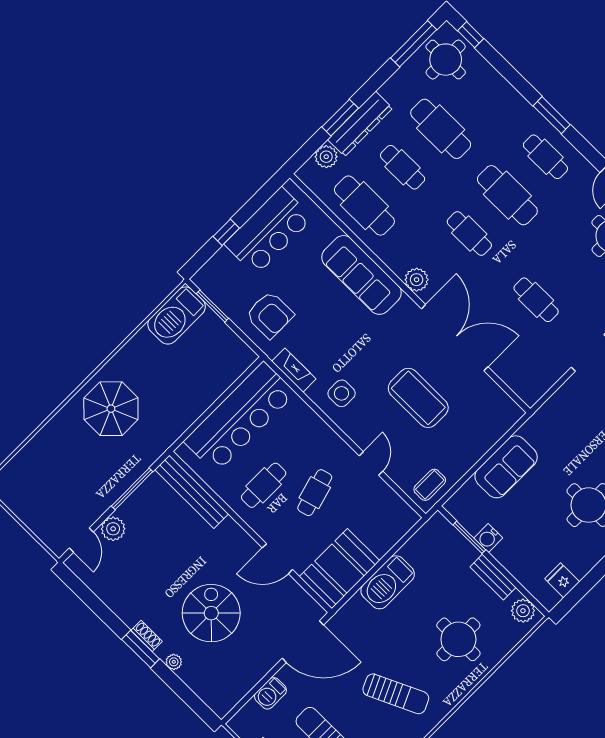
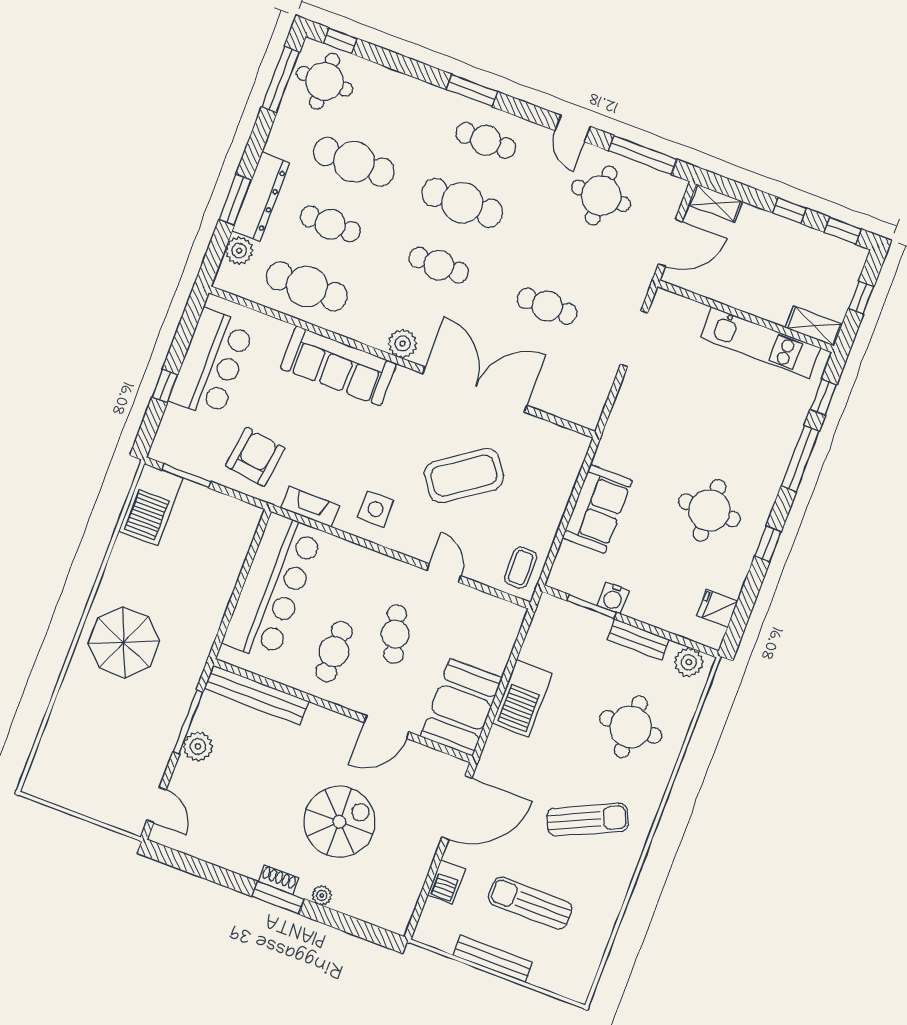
armchair: (270, 315) -> (255, 457), turned -82
coffee table: (418, 398) -> (464, 476), turned -35
plant: (113, 529) -> (198, 746), moved
spiral stairs: (211, 613) -> (339, 822), turned 90

